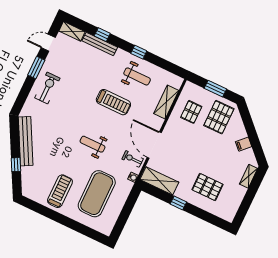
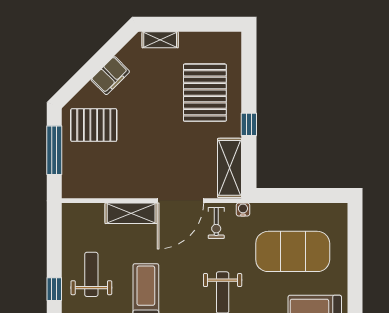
window: (215, 89) -> (54, 150), width x1.44
shelving: (166, 102) -> (131, 213), moved
pallet: (191, 112) -> (106, 169), removed
filing cabinet: (244, 144) -> (110, 76), width x2.00
pallet: (208, 187) -> (205, 93), width x1.37, depth x1.41

